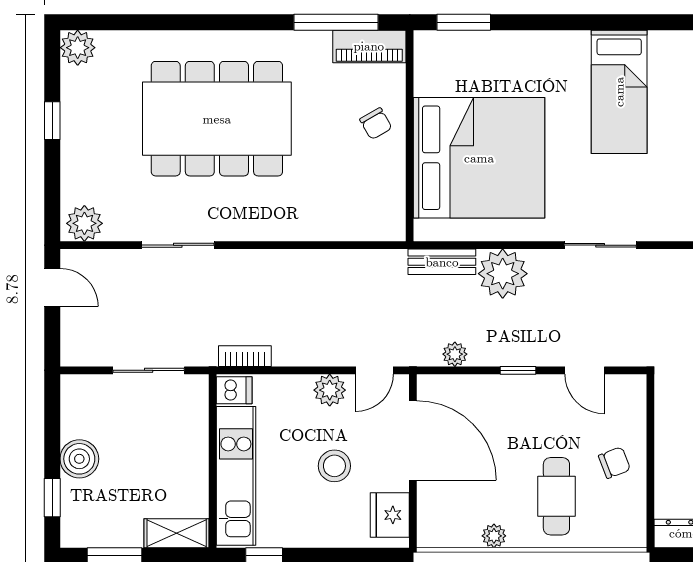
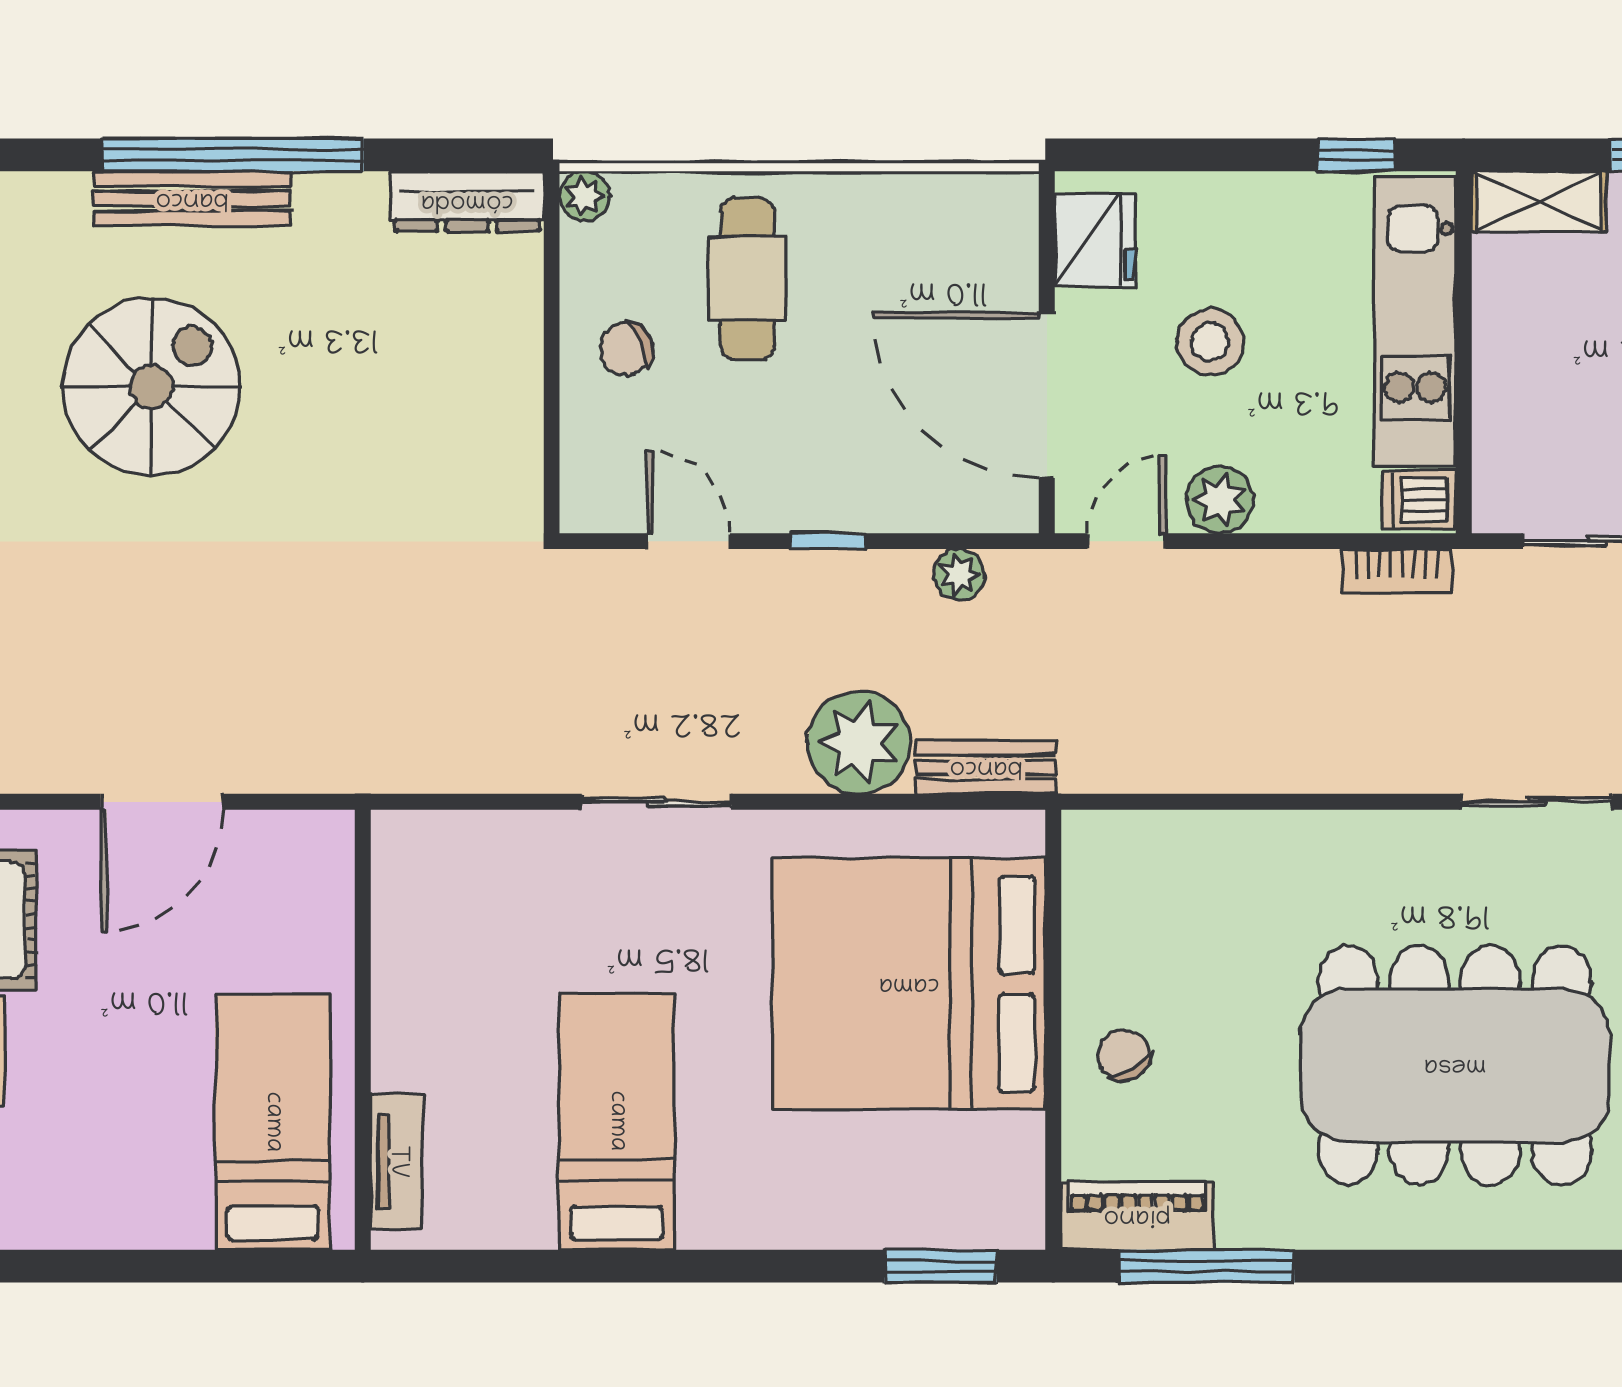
plant: (494, 536) -> (585, 196), moved

